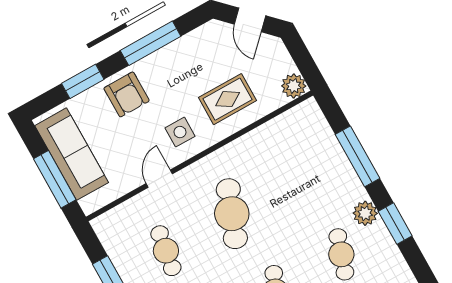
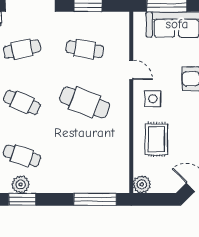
window: (357, 156) -> (95, 199), moved
plant: (365, 213) -> (21, 184), moved

